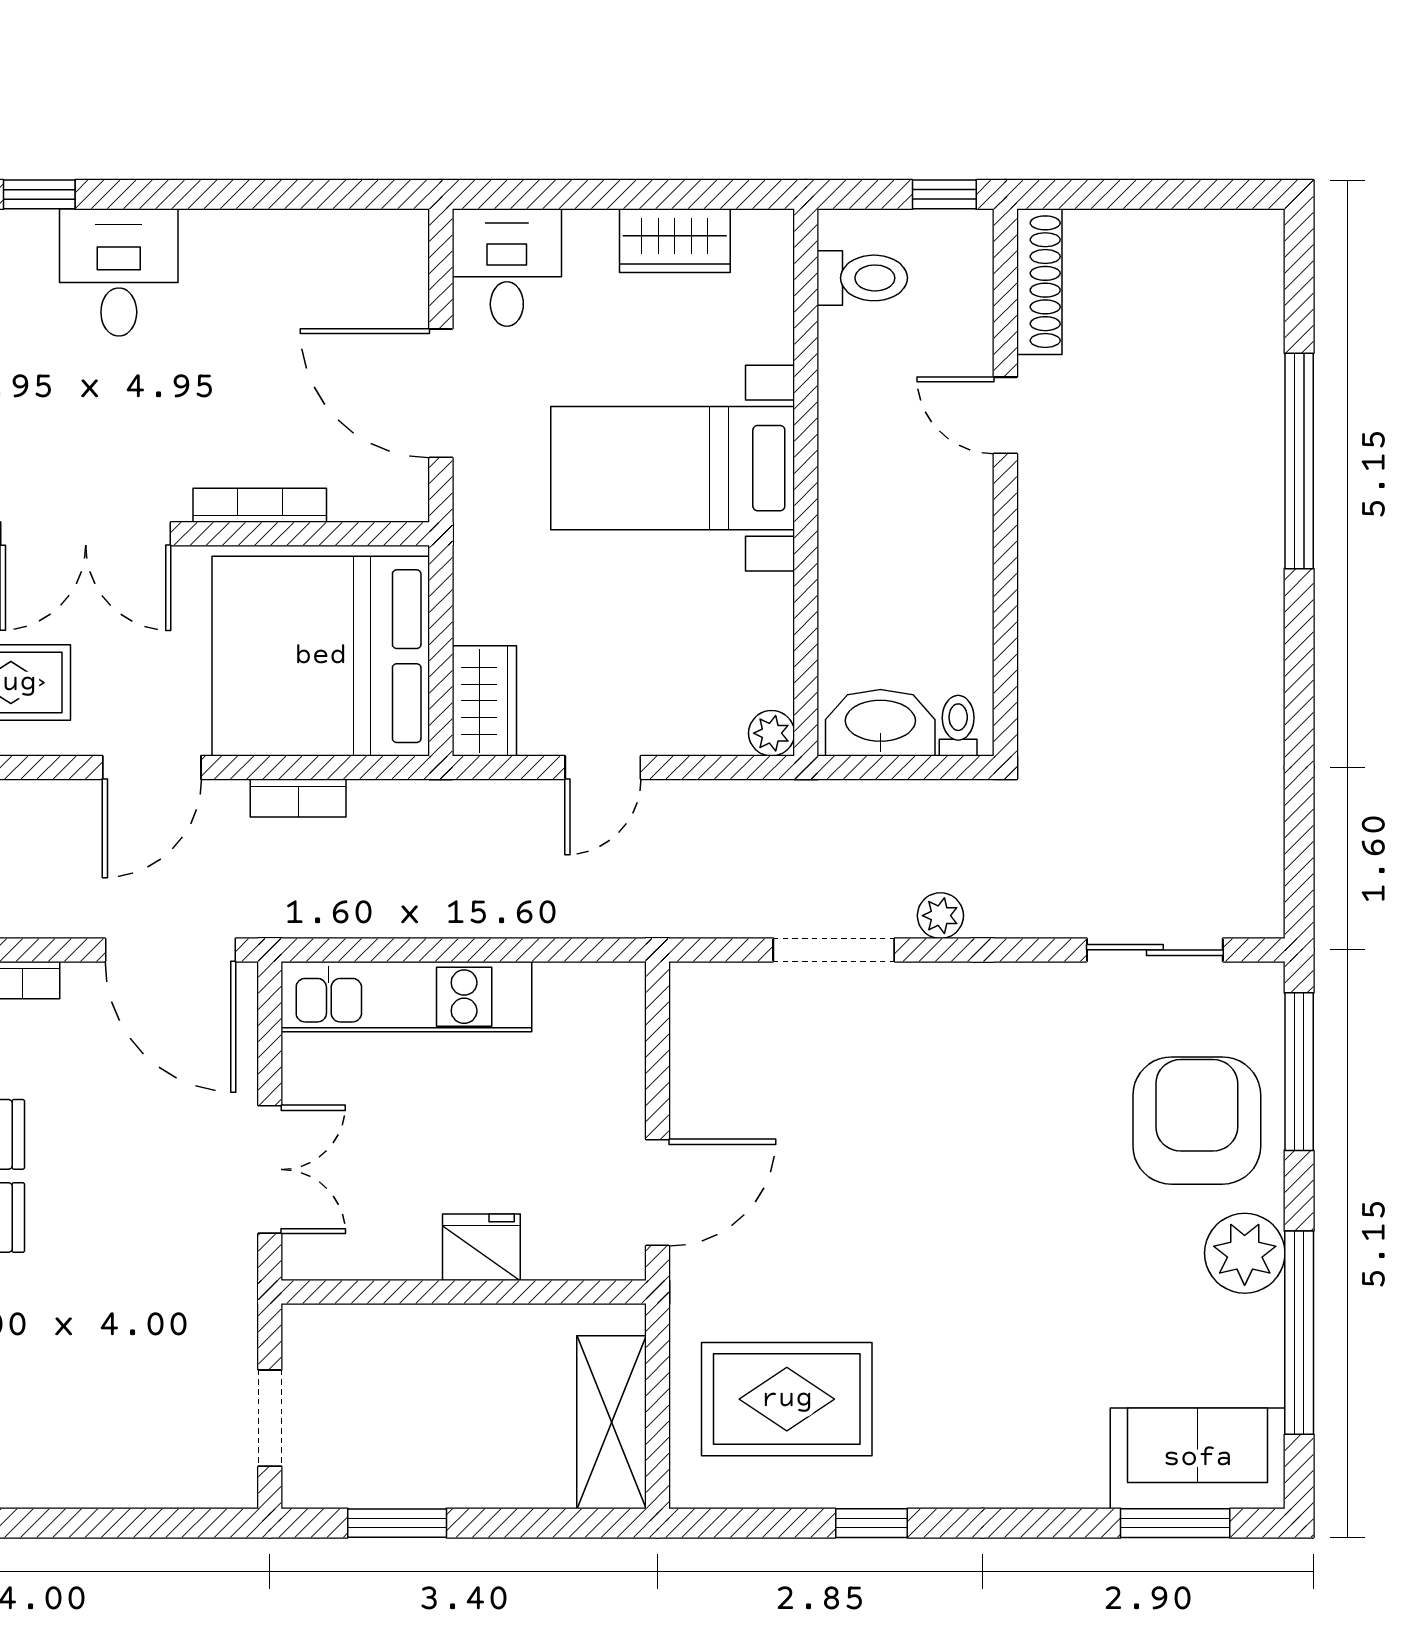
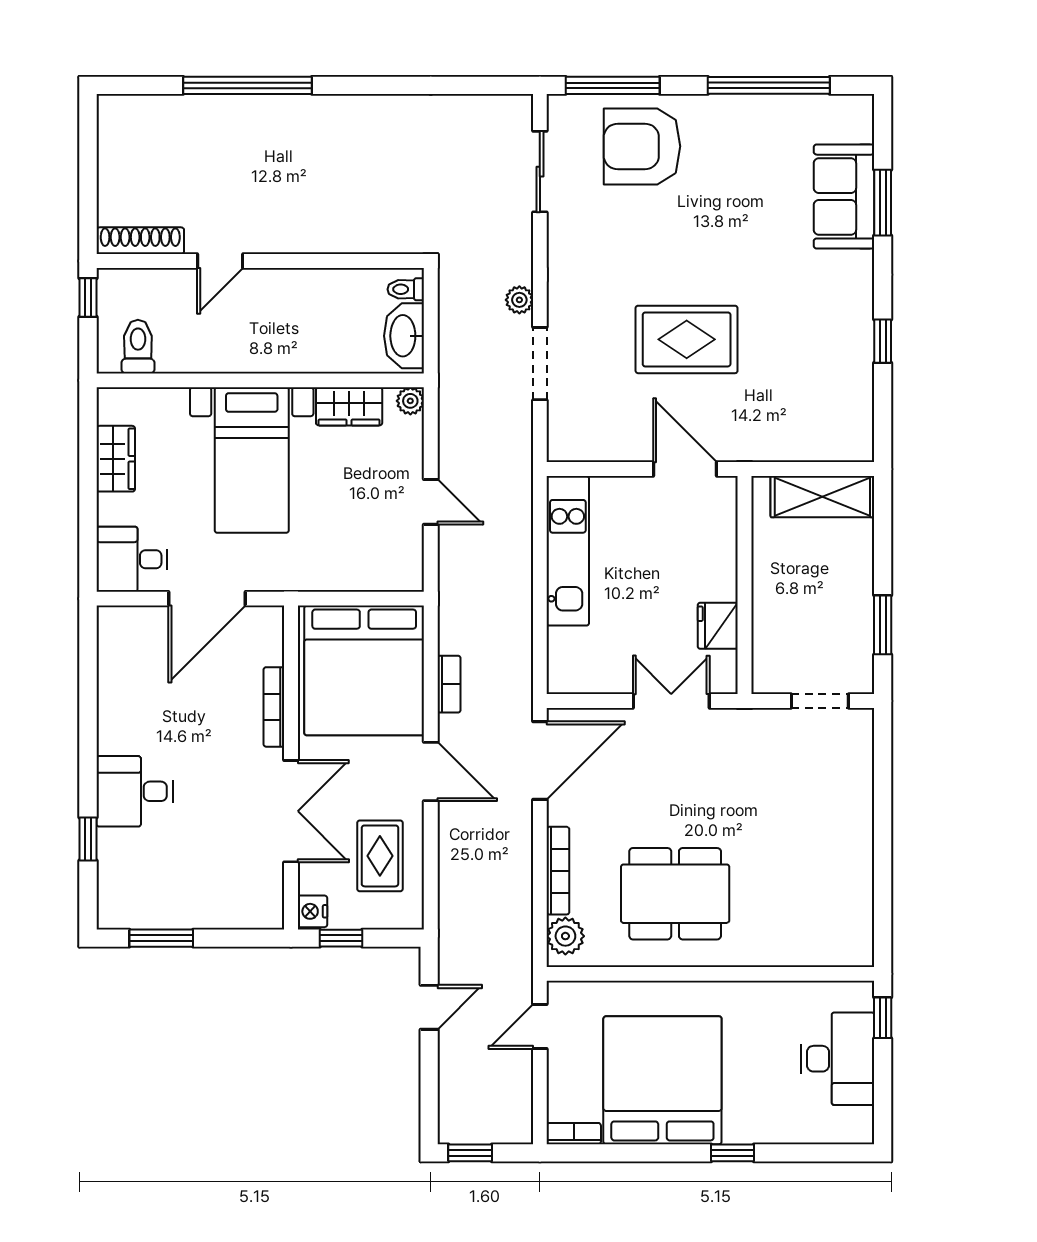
wardrobe: (484, 701) -> (349, 406), moved, turned 180
kitchen unit: (406, 997) -> (568, 551), moved
fridge: (481, 1247) -> (718, 626), moved
plant: (1245, 1253) -> (721, 118), removed
rug: (787, 1399) -> (687, 339), moved, turned 90
sofa: (1198, 1458) -> (844, 197), moved
window: (1175, 1523) -> (883, 203), moved

